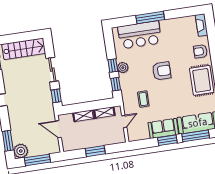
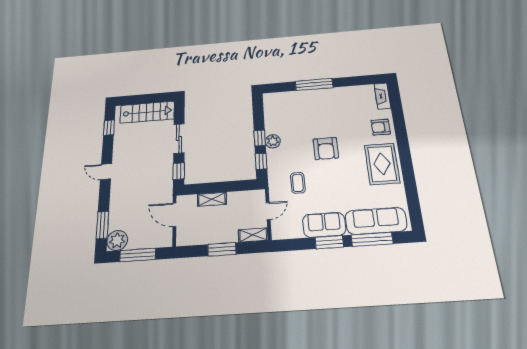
bar counter: (140, 35) -> (299, 104), removed
armchair: (162, 71) -> (326, 148), turned 90
shelving: (104, 112) -> (253, 235), moved

